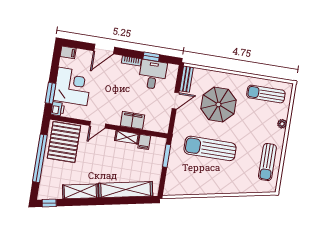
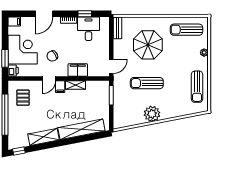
chair: (106, 99) -> (52, 56), added
door: (176, 101) -> (111, 66), moved
pallet: (64, 142) -> (23, 98), width x0.49, depth x0.50
filing cabinet: (144, 142) -> (60, 87), moved
sun lounger: (210, 148) -> (147, 83), width x0.73, depth x0.75
plant: (210, 185) -> (152, 114), added

